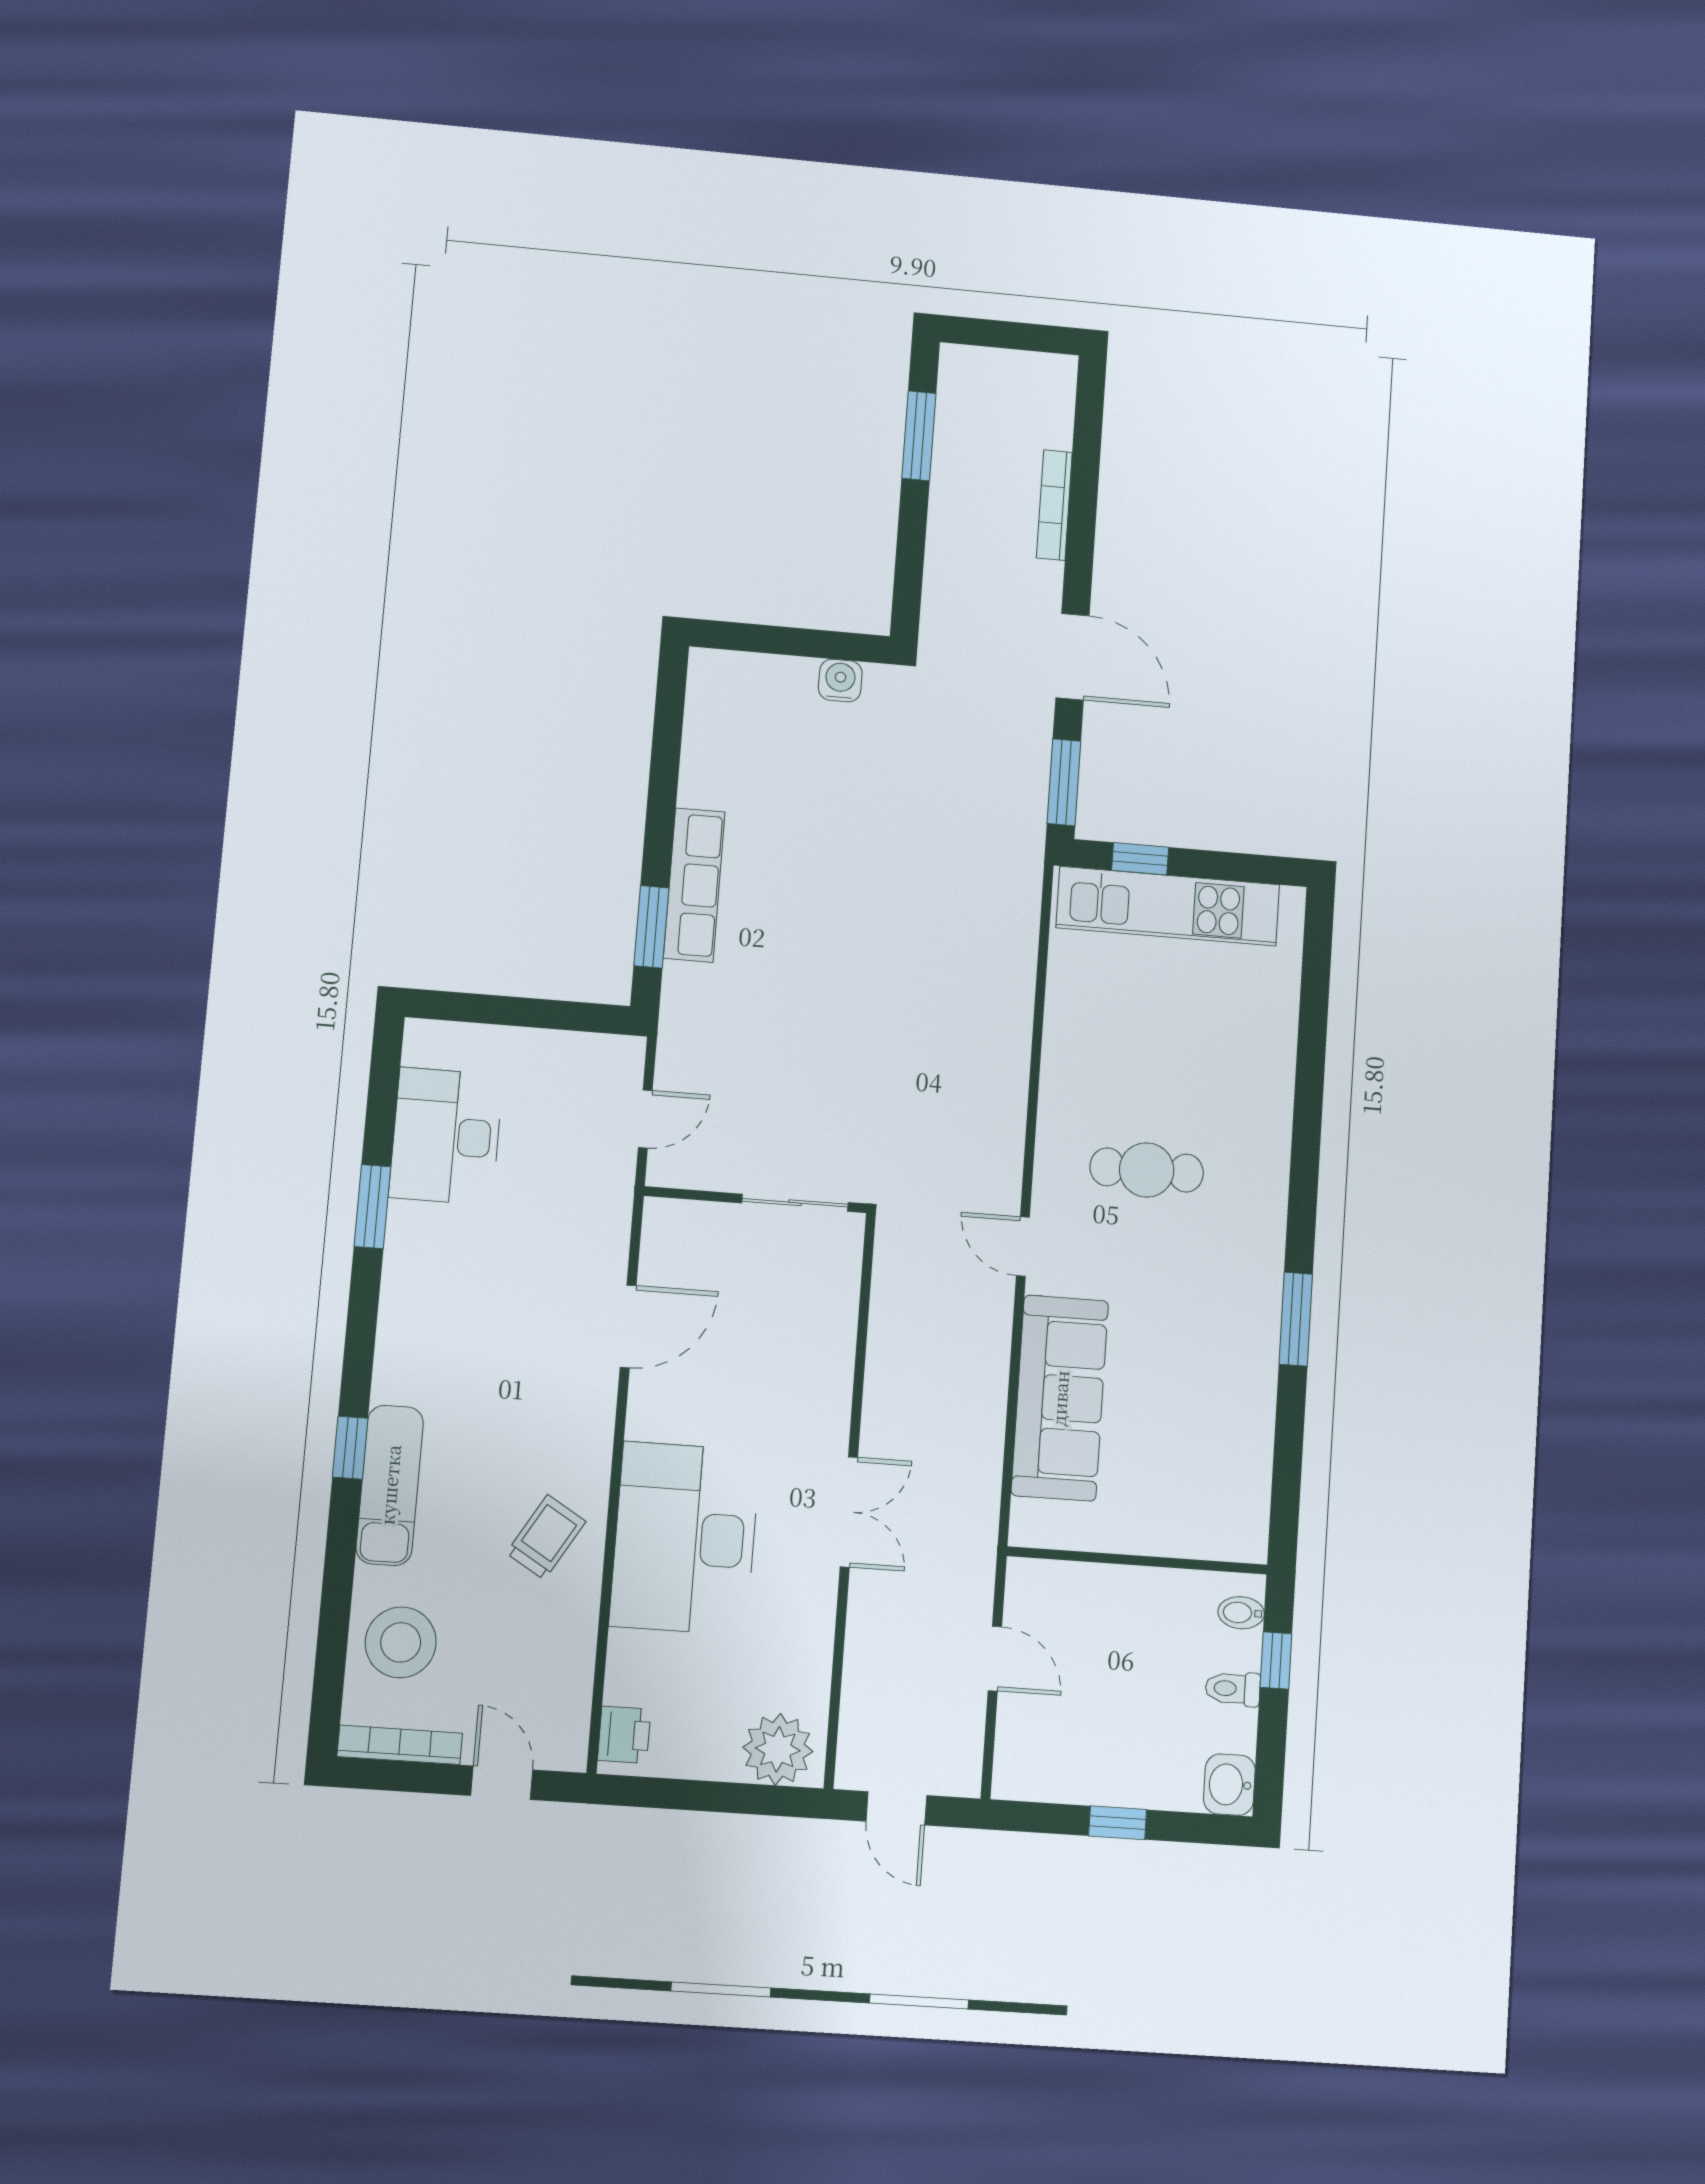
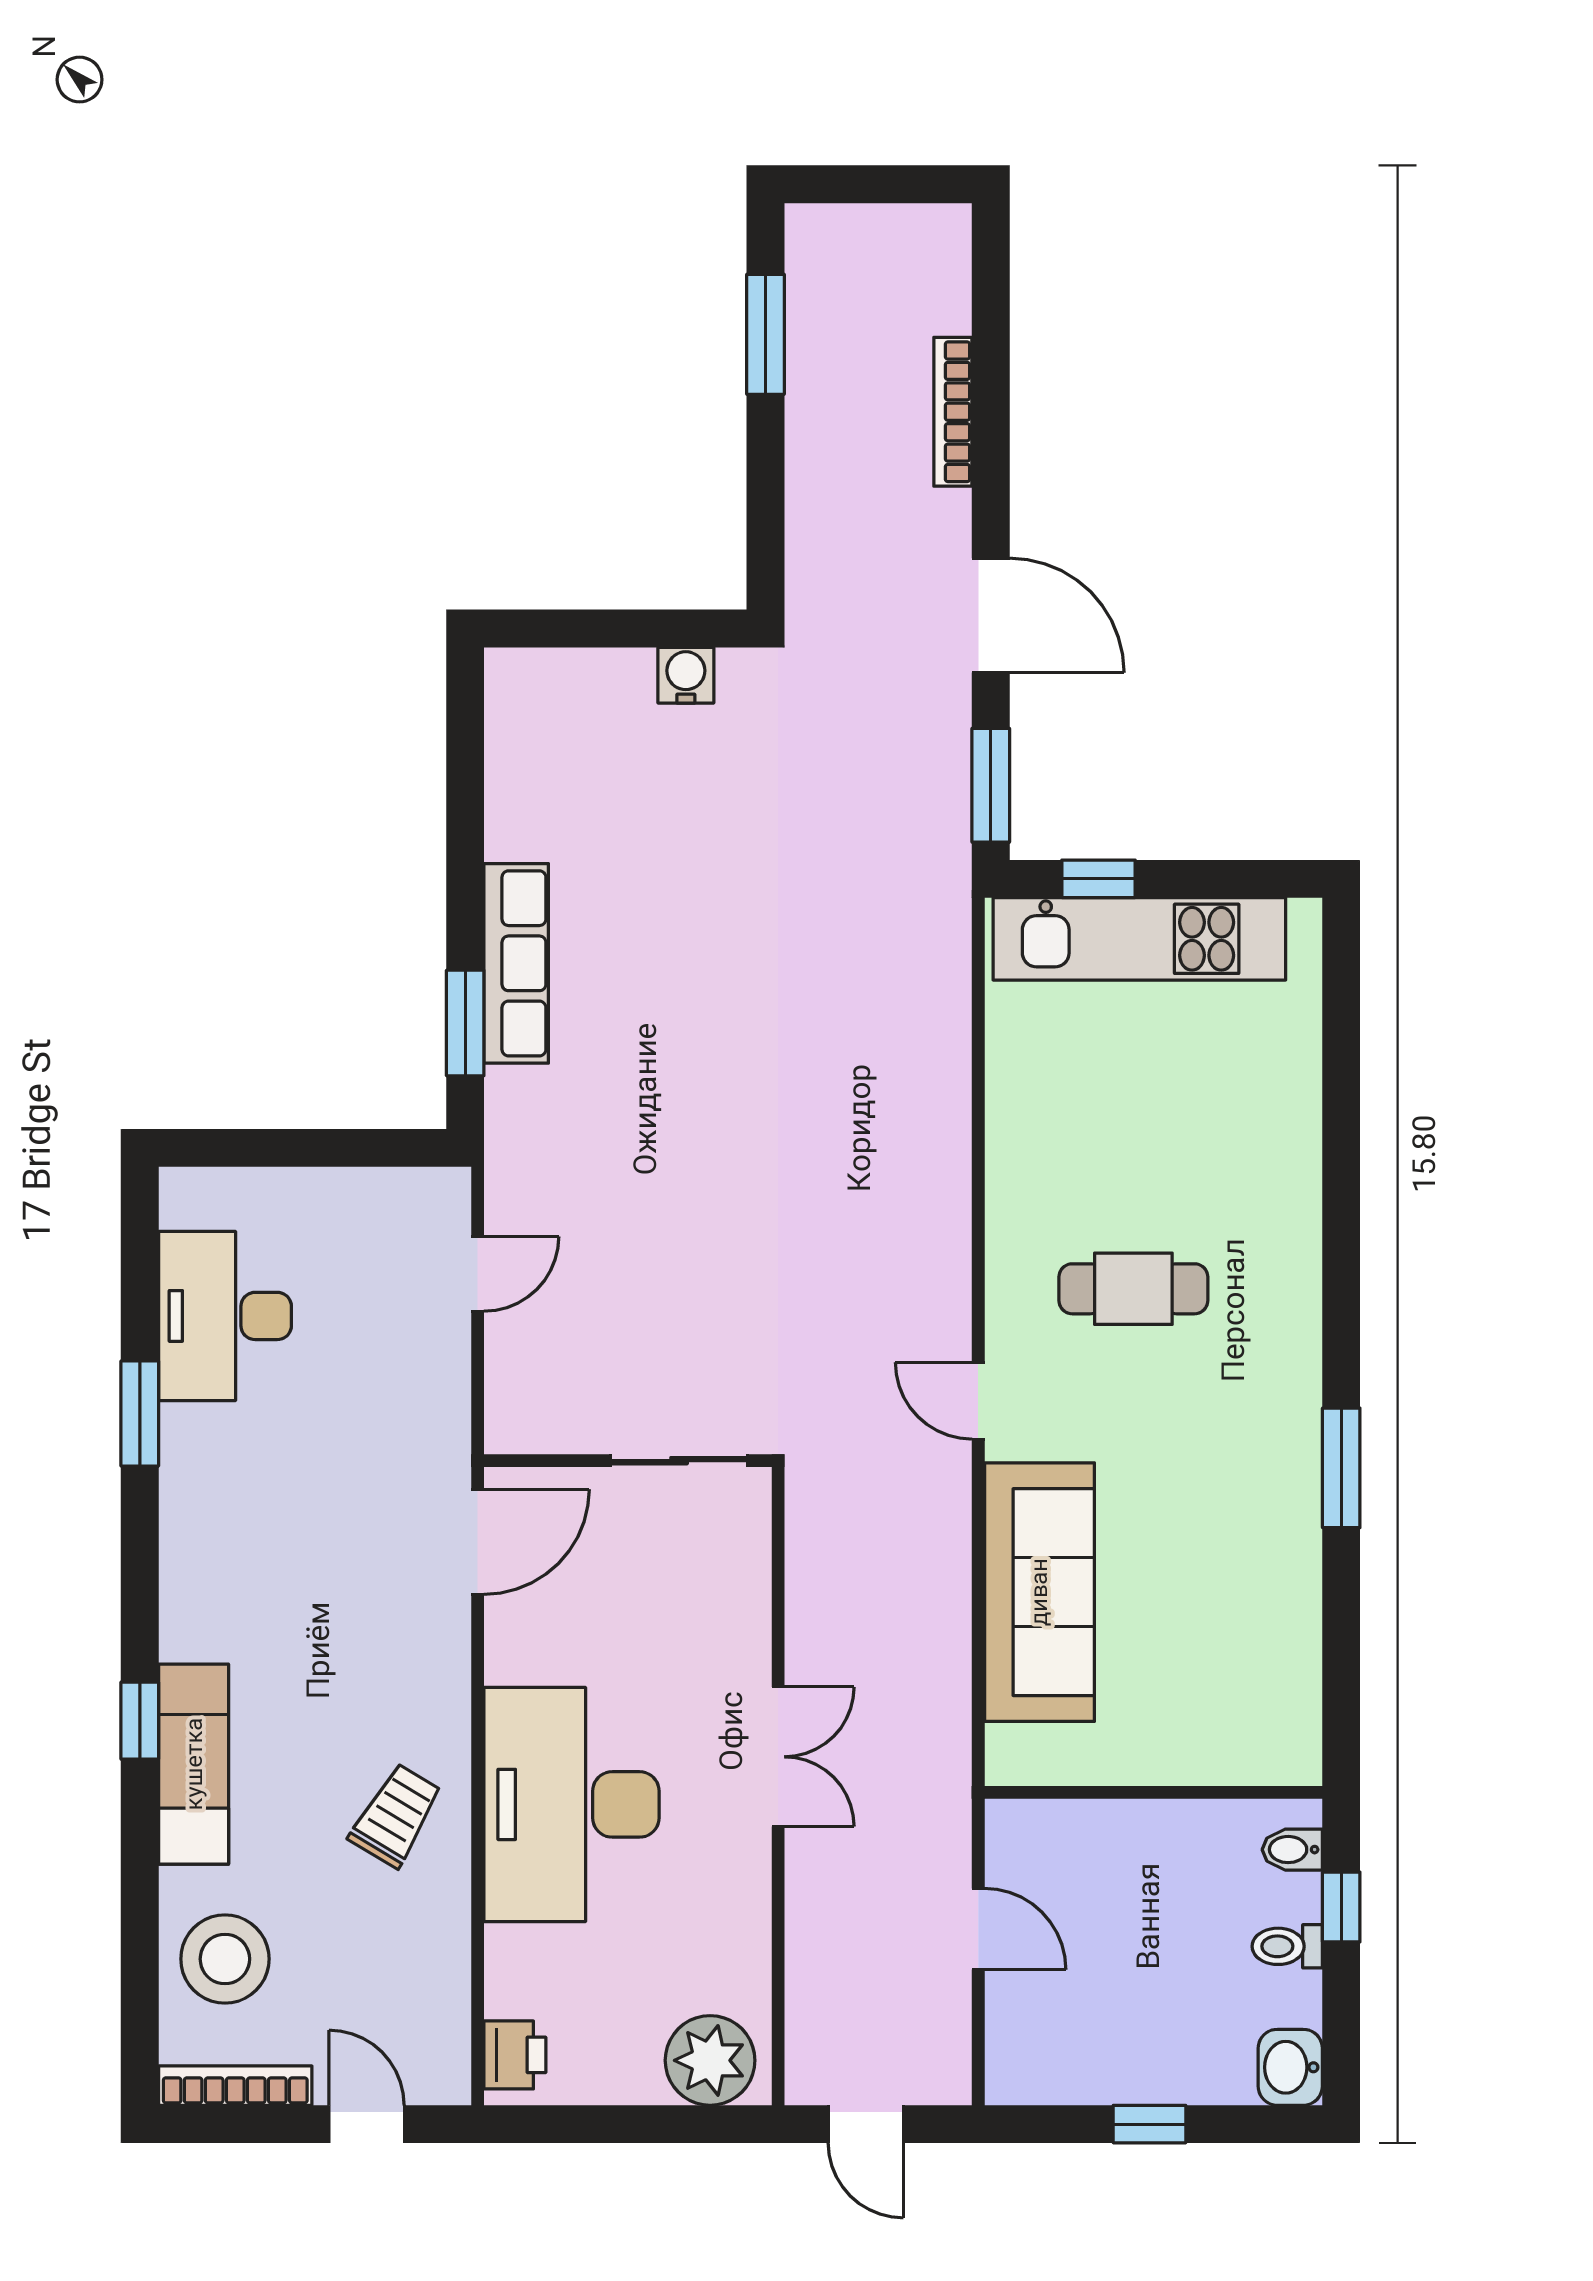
wall: (756, 1200) -> (628, 1461), moved
sliding door: (795, 1203) -> (679, 1461), moved

